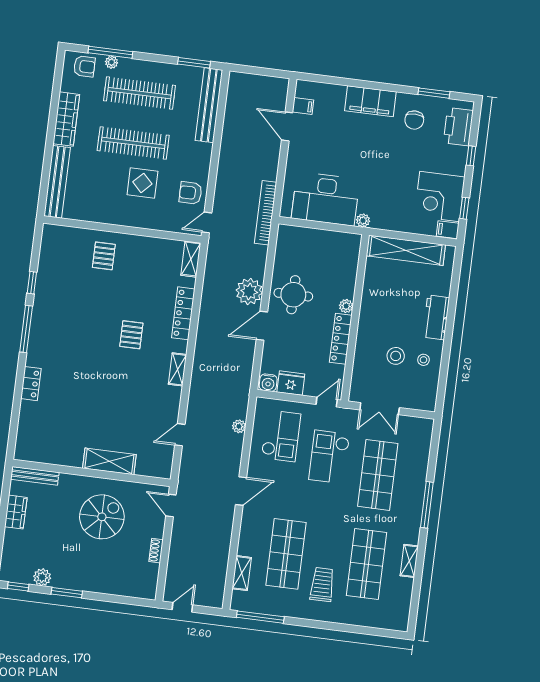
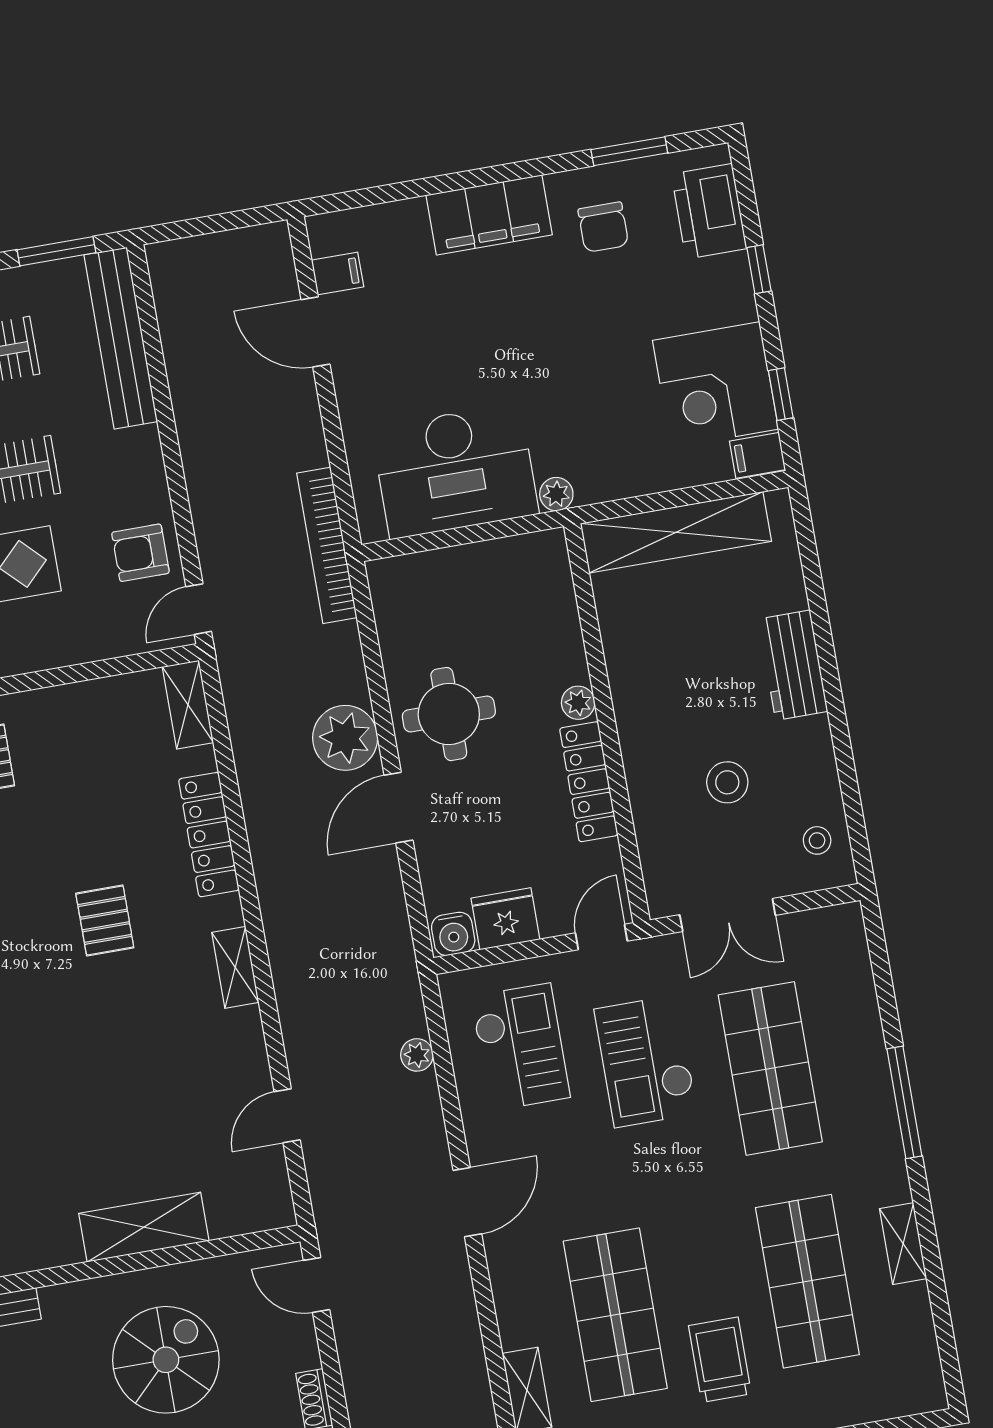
stool: (423, 360) -> (817, 840), moved

